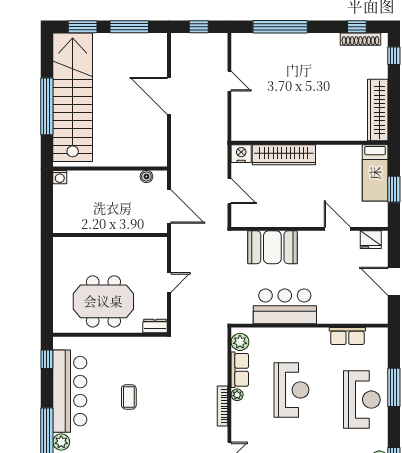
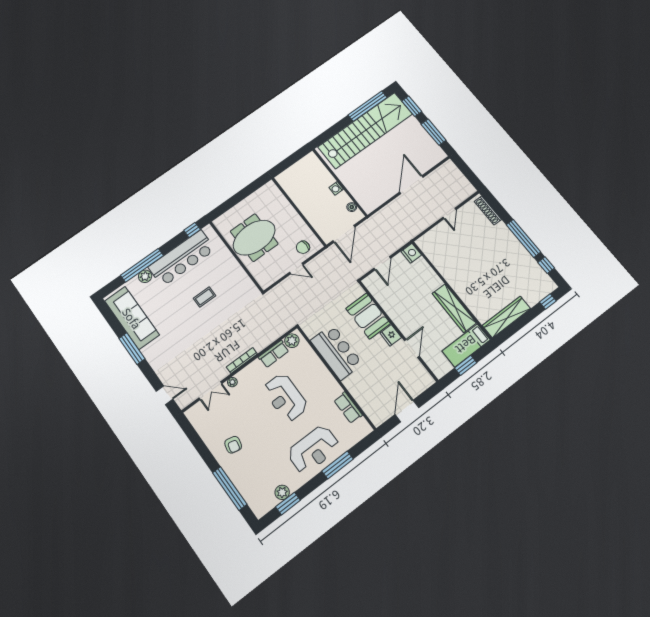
window: (199, 27) -> (467, 172), removed
window: (280, 27) -> (524, 238), moved
shoe rack: (360, 39) -> (488, 210), moved
window: (47, 106) -> (368, 106), moved
wardrobe: (284, 155) -> (454, 308), moved
washing machine: (60, 177) -> (336, 188), moved
fridge: (371, 240) -> (391, 335), moved
chair: (152, 259) -> (303, 247), added
meeting table: (103, 301) -> (254, 238), turned 90
dresser: (155, 326) -> (262, 280), removed
reception desk: (291, 390) -> (285, 397), turned 90
plant: (237, 395) -> (232, 382), moved

